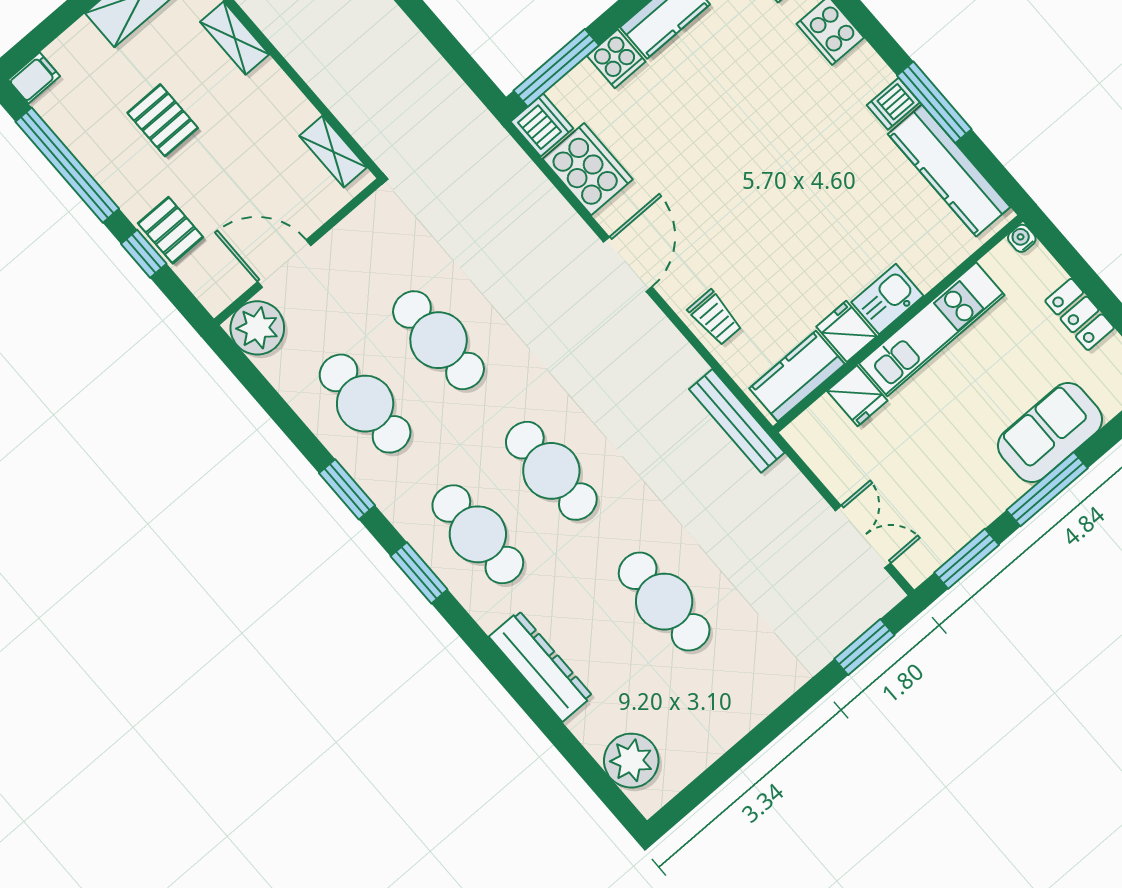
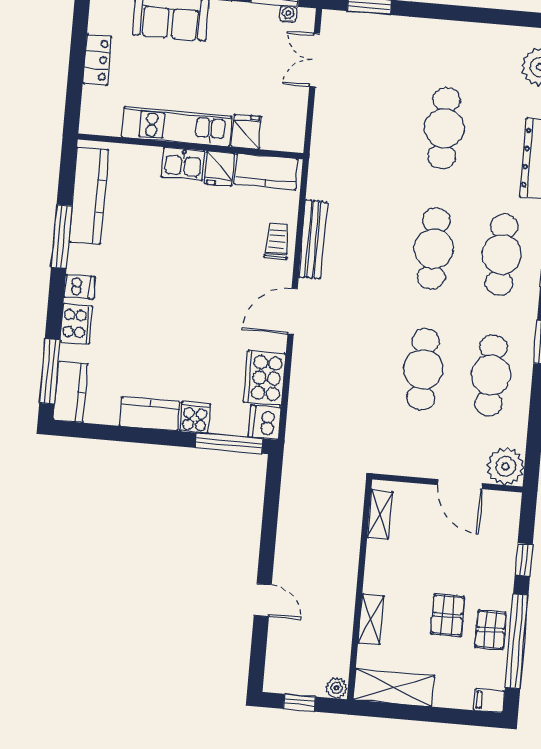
dishwasher: (893, 104) -> (80, 287), moved
pallet: (171, 230) -> (491, 630), moved
water cooler: (1022, 238) -> (288, 14), moved, turned 180
bench: (737, 421) -> (313, 239), moved

